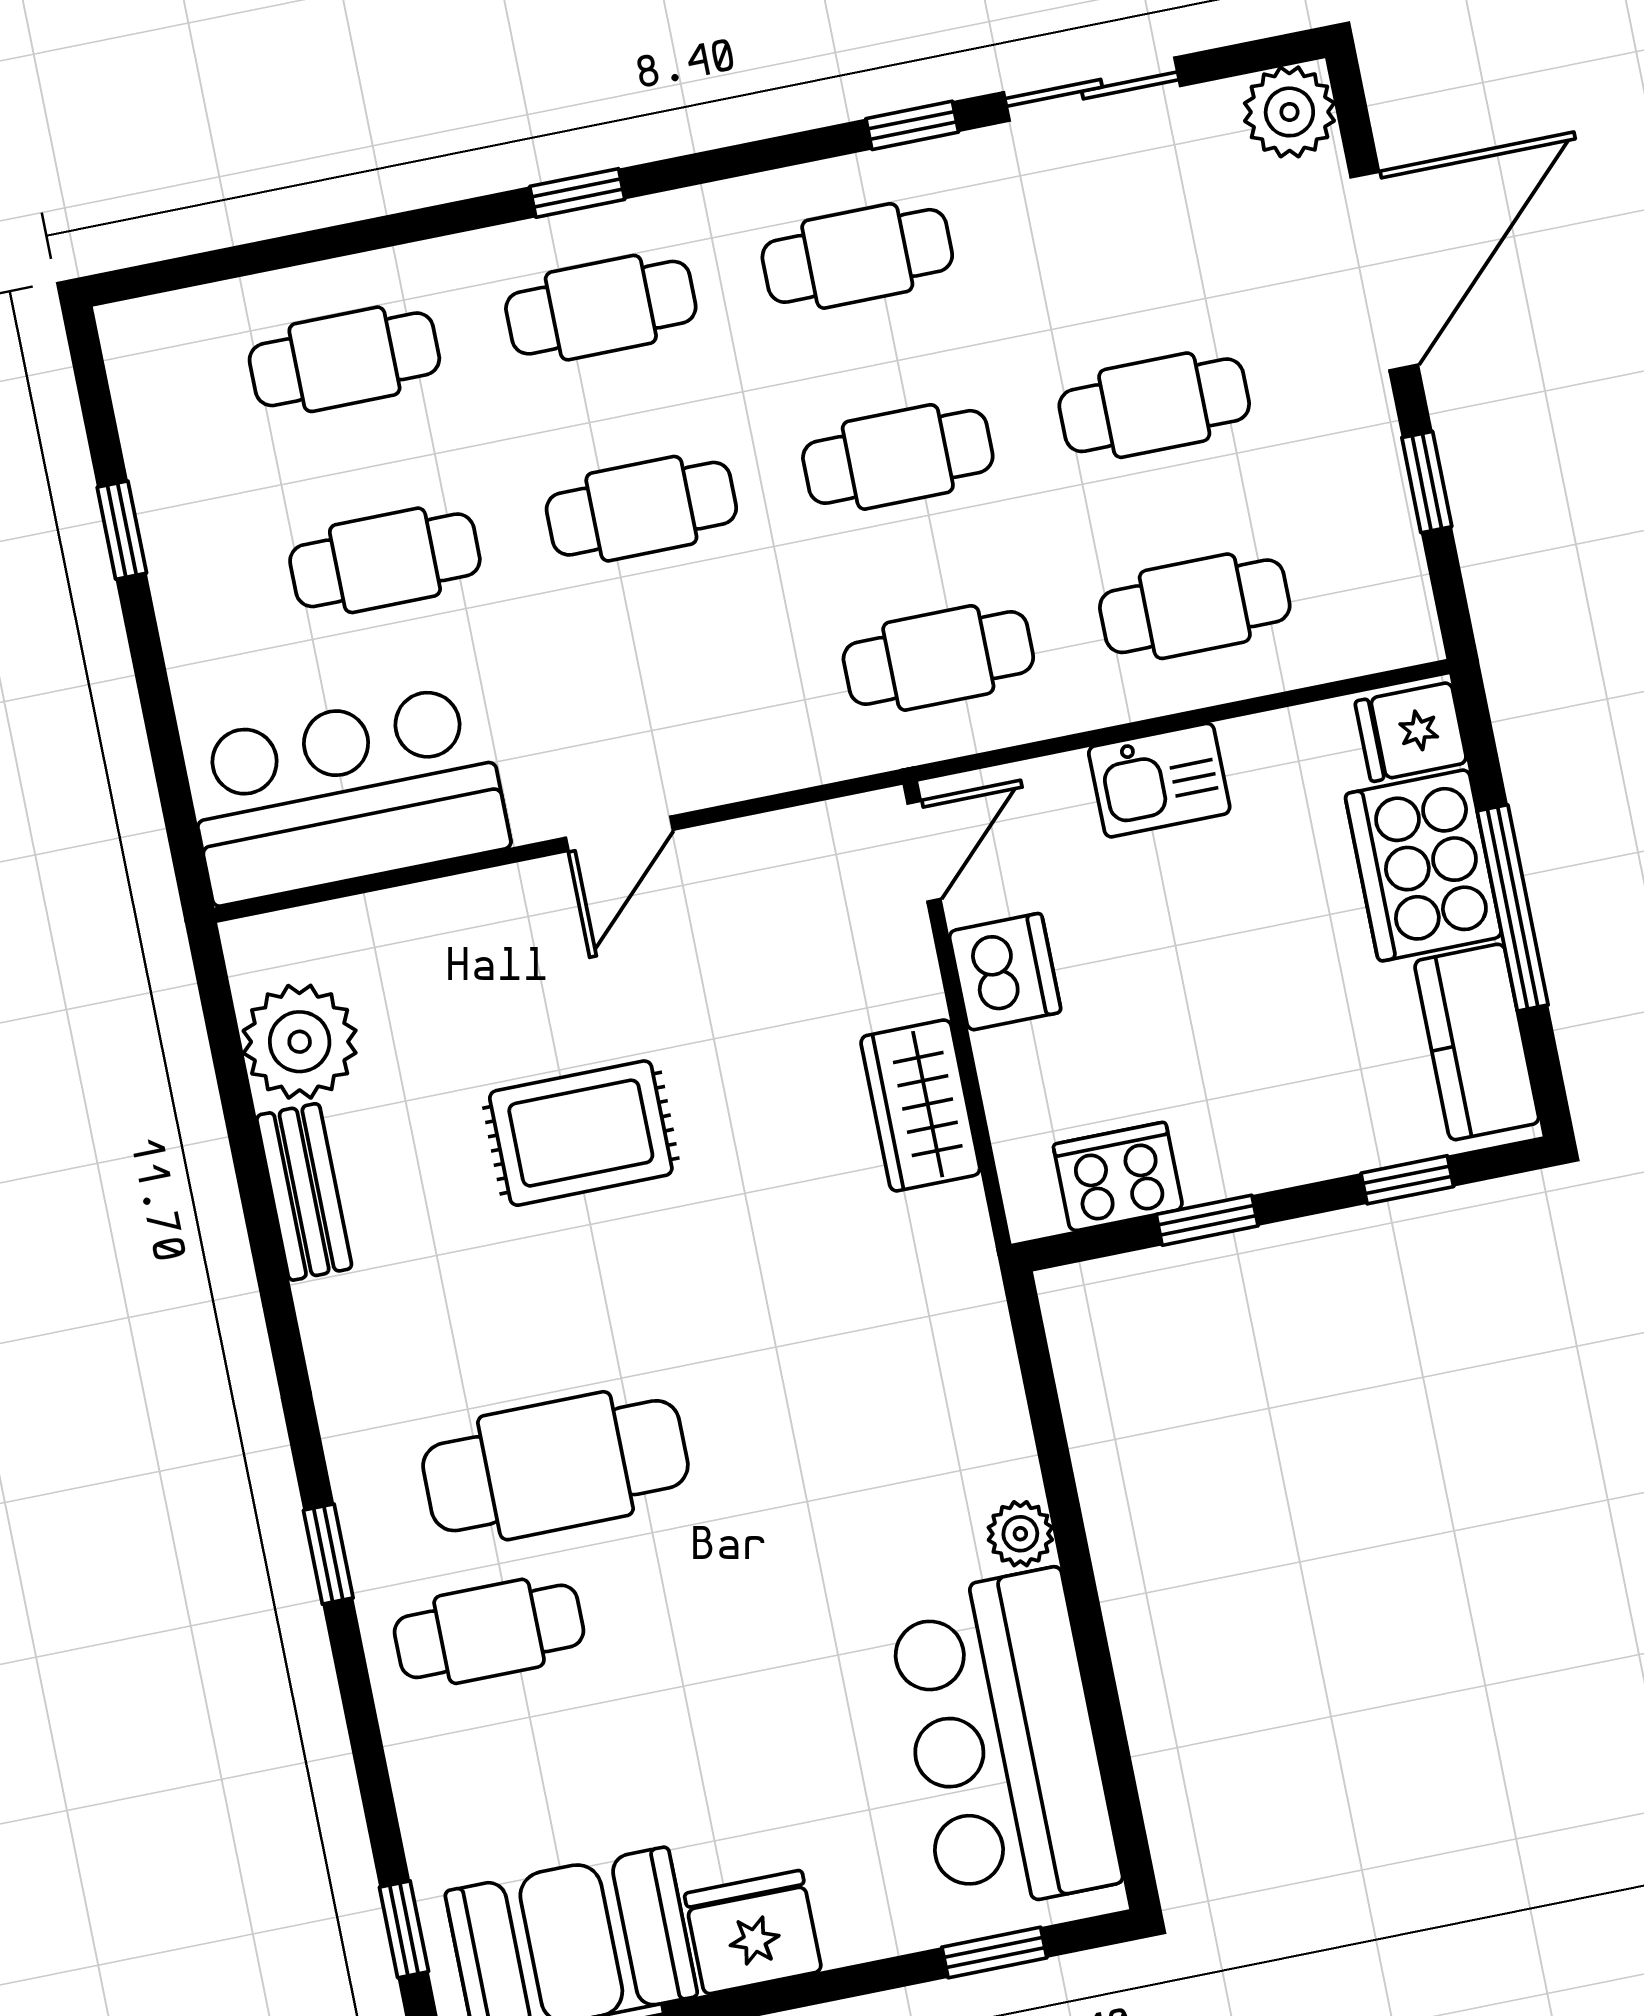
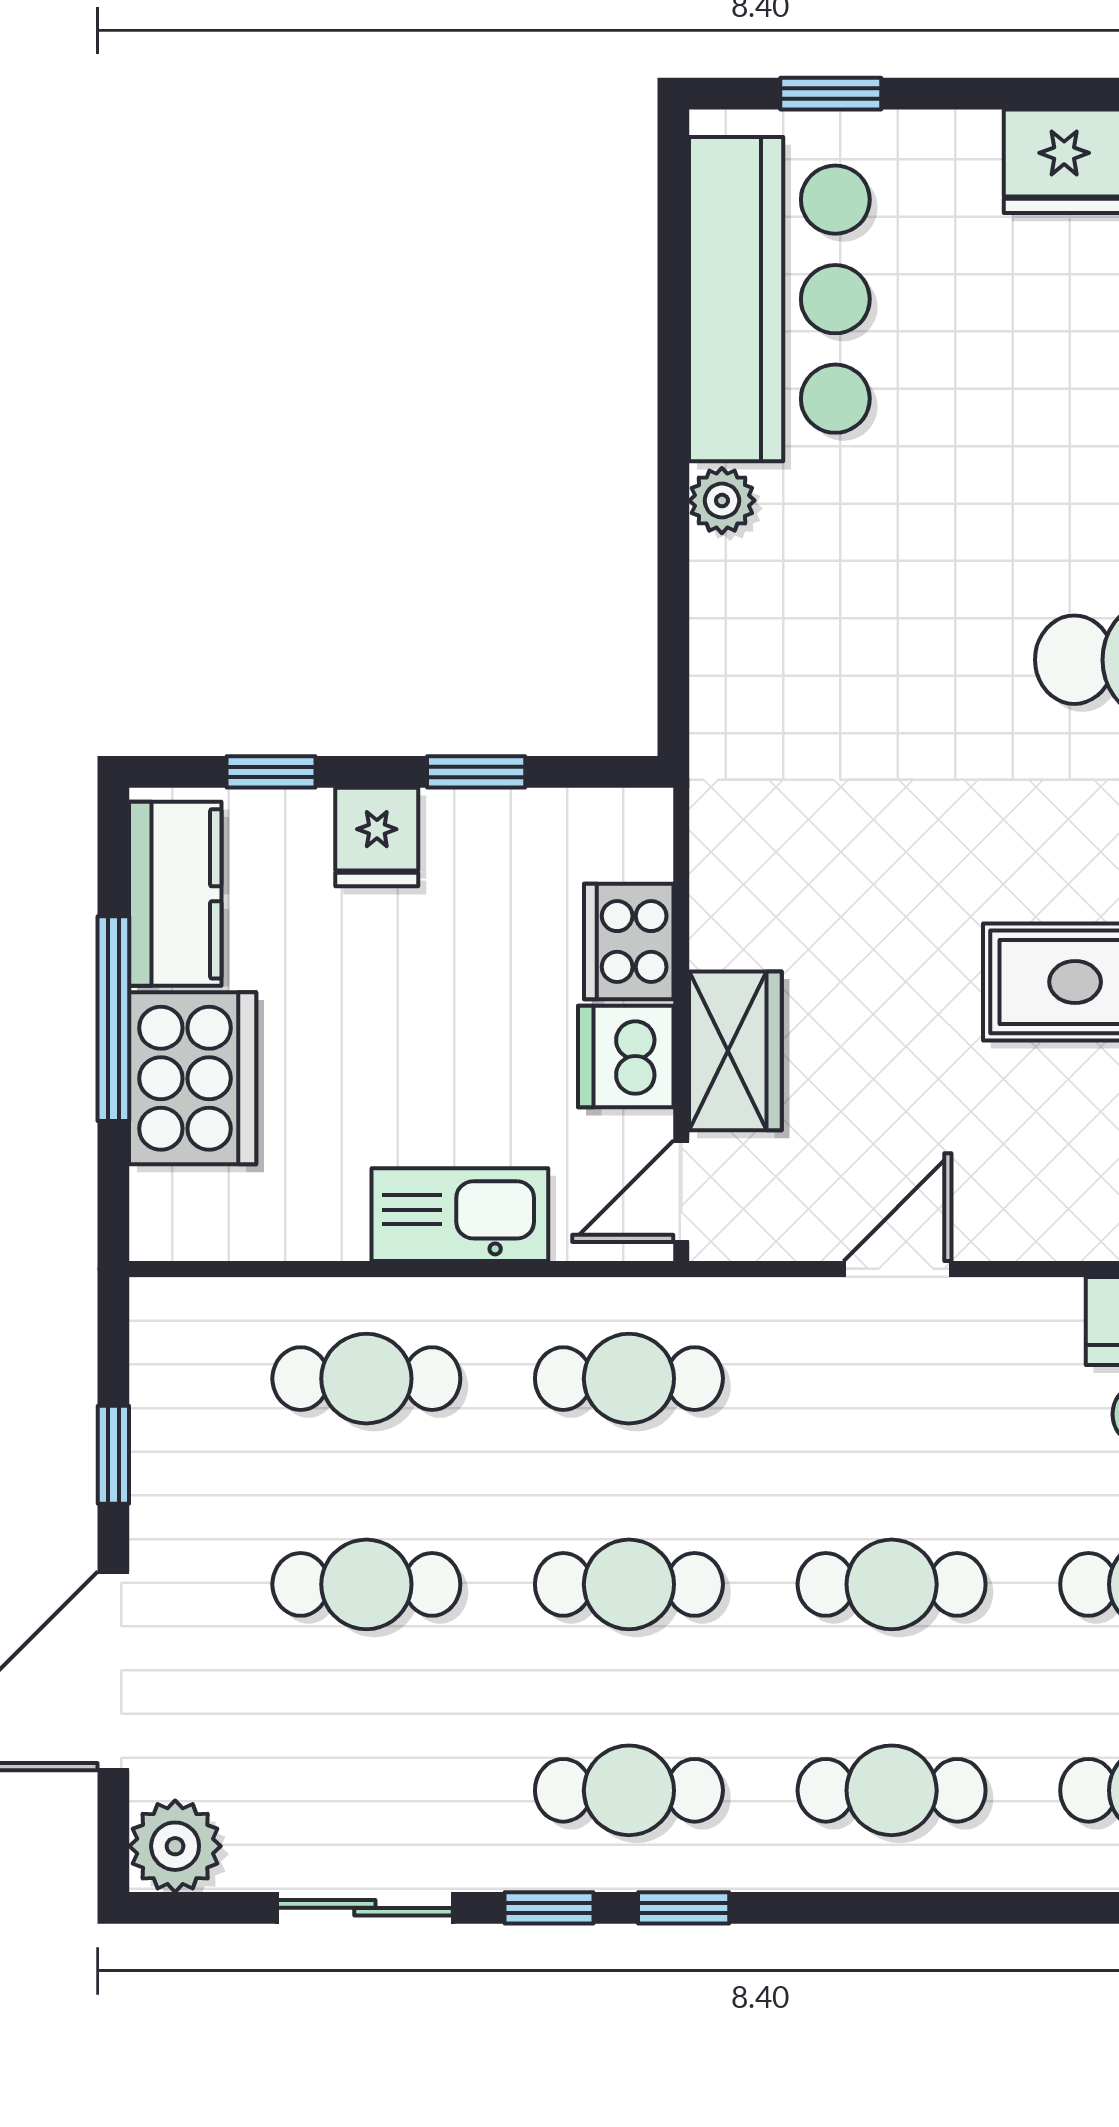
window: (577, 193) -> (684, 1908), moved
fridge: (1411, 732) -> (377, 837), moved, turned 90
kitchen sink: (1159, 780) -> (460, 1215), width x1.38
door: (619, 834) -> (898, 1269), moved
wardrobe: (920, 1105) -> (735, 1051), moved
cooker: (1118, 1177) -> (629, 941), moved, turned 90

